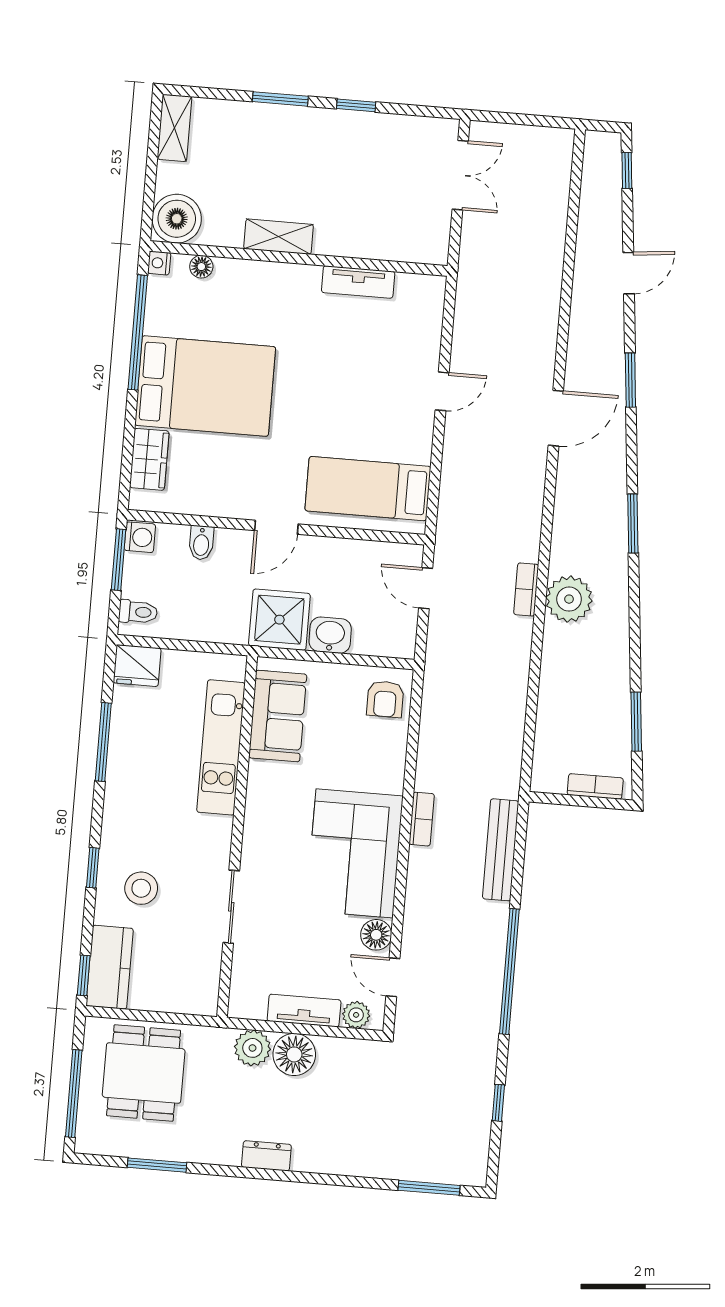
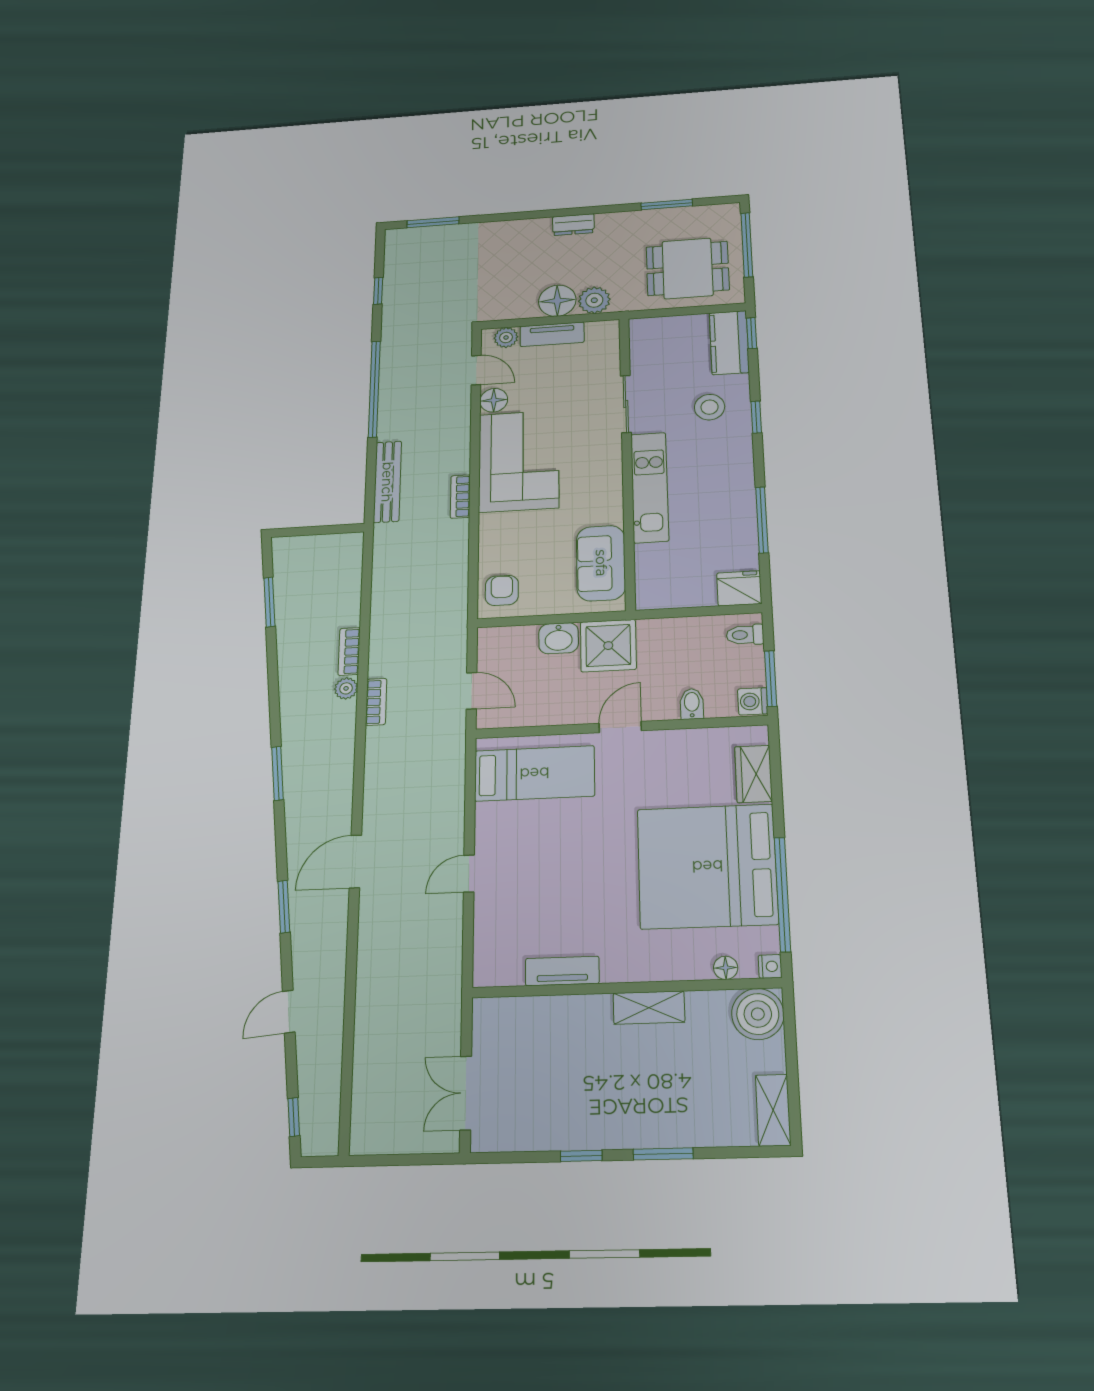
bed: (205, 386) -> (707, 866), width x1.36
plant: (569, 599) -> (346, 688), width x0.53, depth x0.53
kitchen unit: (221, 747) -> (650, 487), moved
bookcase: (595, 786) -> (349, 651), moved, turned 90
dining table: (144, 1073) -> (688, 268), turned 90

